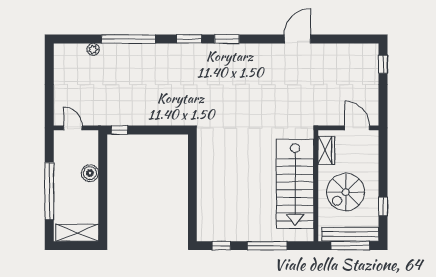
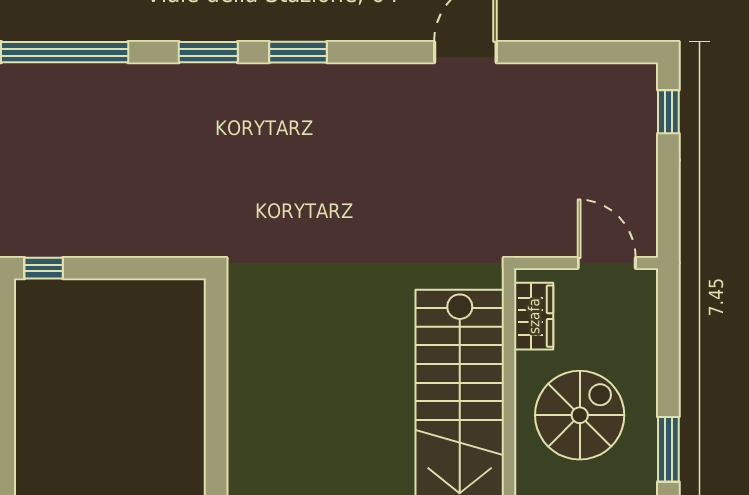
spiral stairs: (346, 192) -> (580, 415), turned 180
window: (383, 206) -> (668, 449), width x1.50

